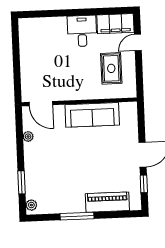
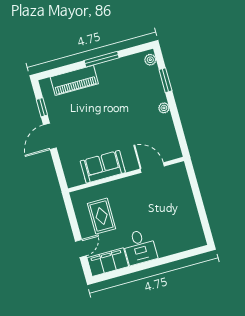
door: (41, 104) -> (152, 168), moved
sofa: (92, 115) -> (103, 167), width x0.73
plant: (28, 136) -> (164, 108), moved

